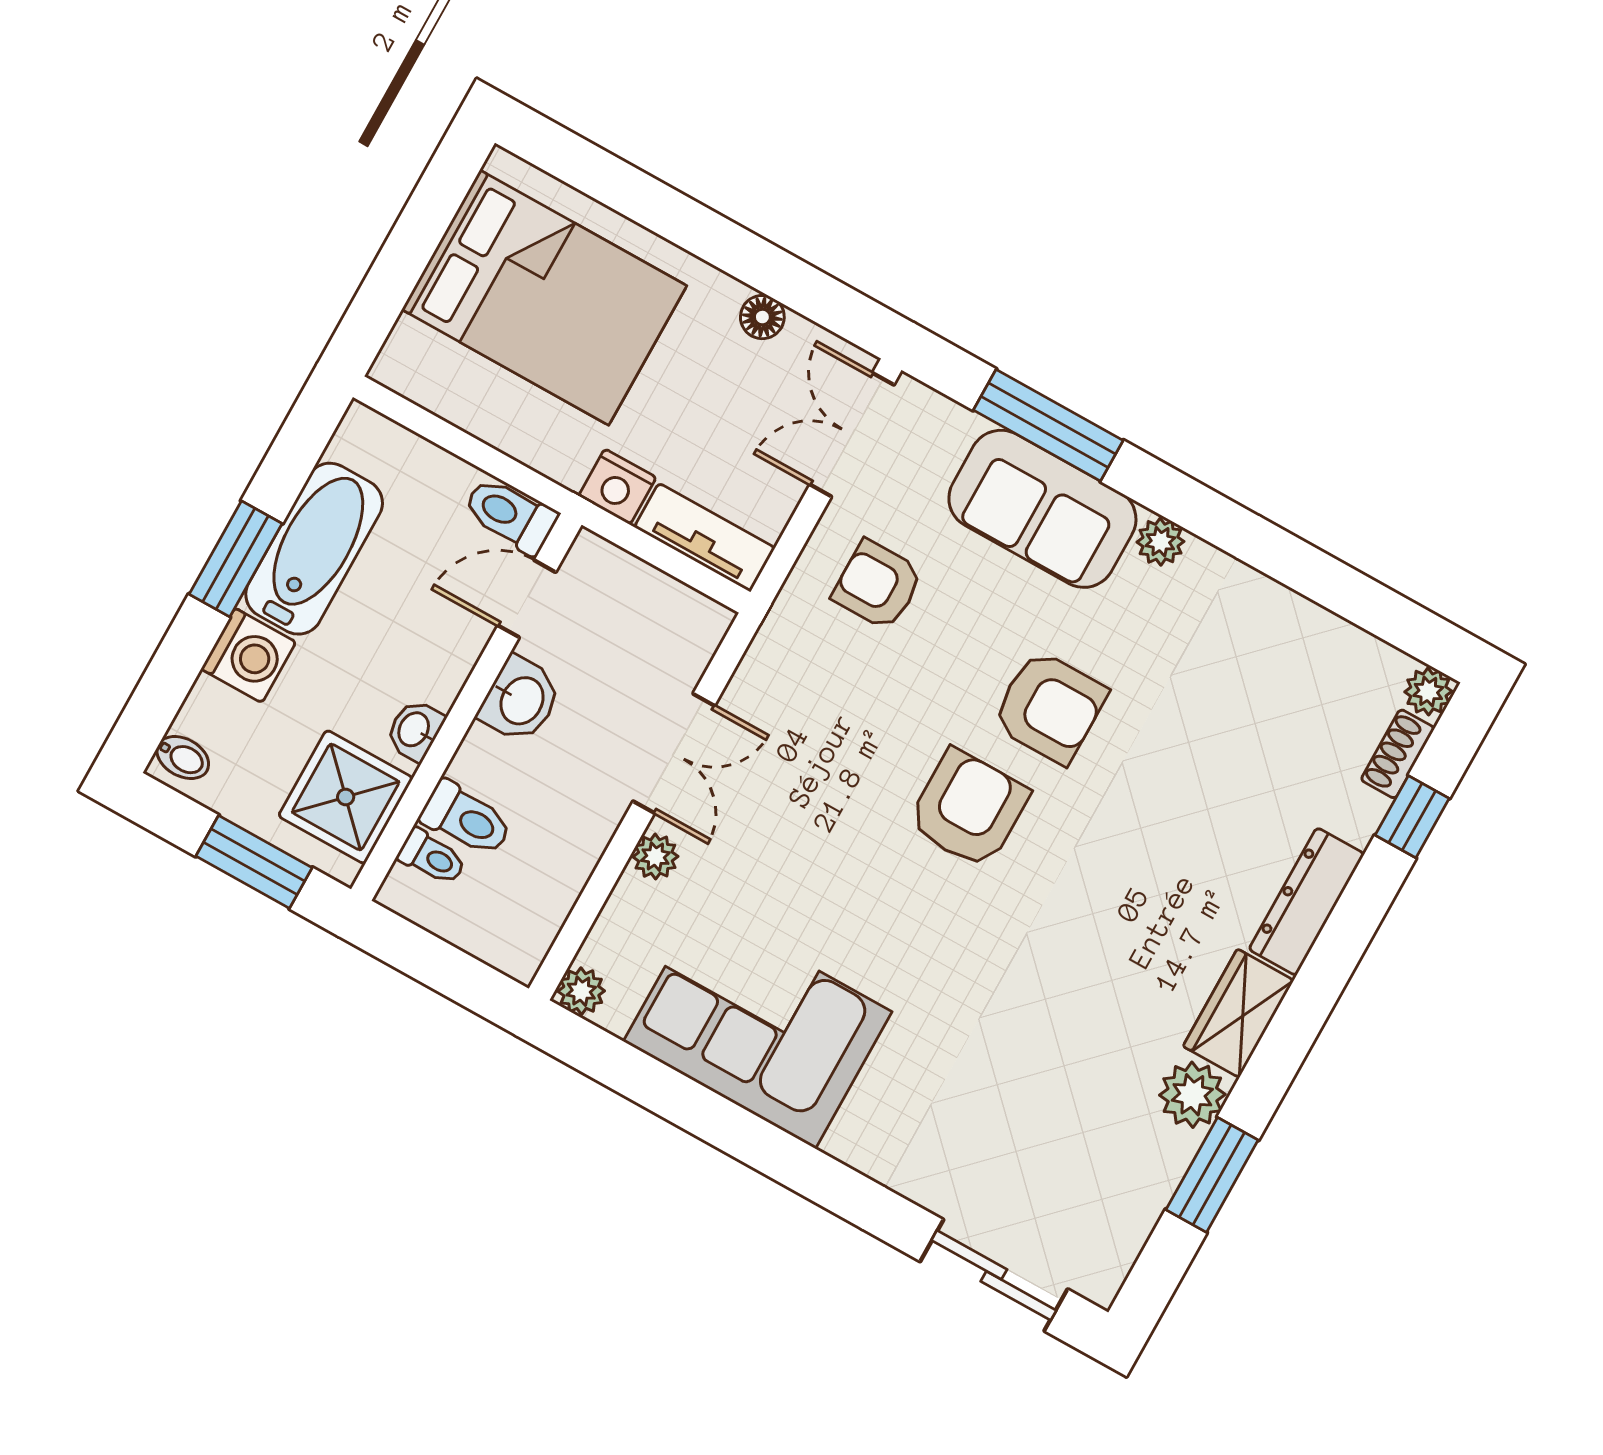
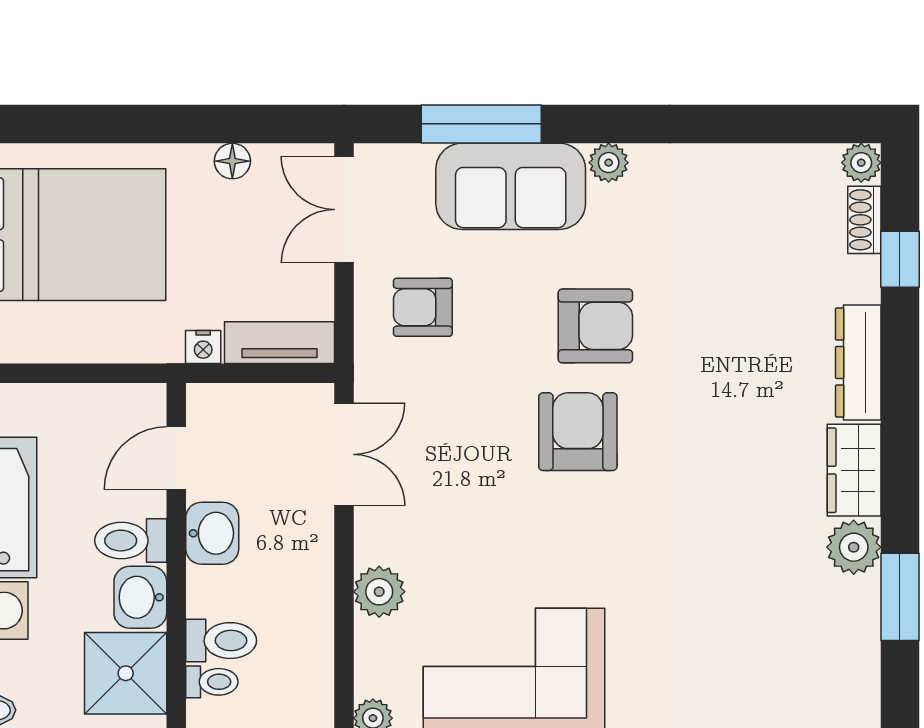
nightstand: (617, 487) -> (203, 347), width x0.72, depth x0.74
toilet: (510, 515) -> (131, 541), moved
washbasin: (415, 730) -> (140, 597), width x1.38, depth x1.45
double door: (674, 753) -> (344, 454), moved
plant: (655, 857) -> (379, 592), width x1.38, depth x1.38

